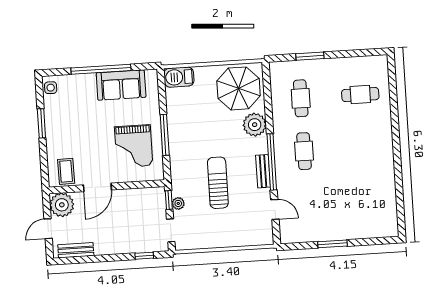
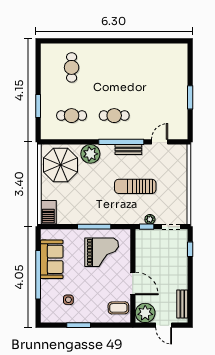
side table: (51, 88) -> (68, 300), moved

